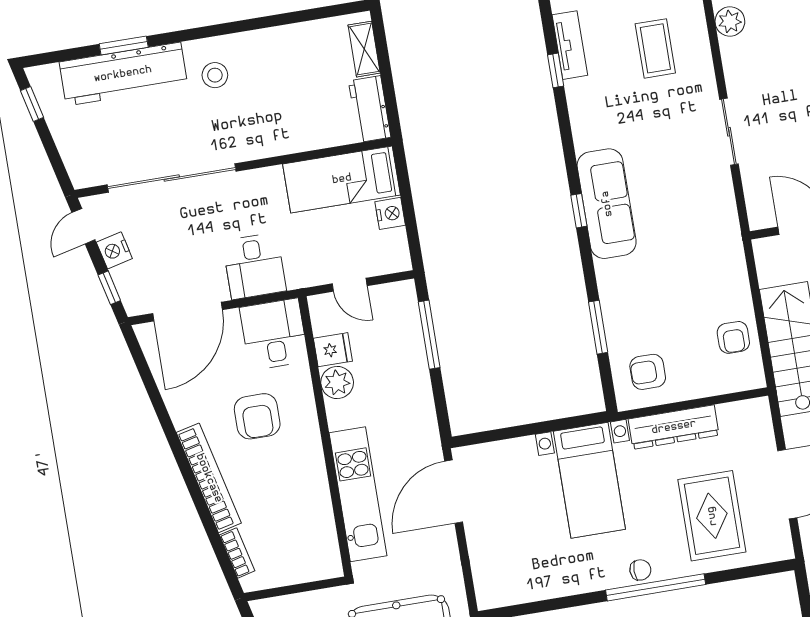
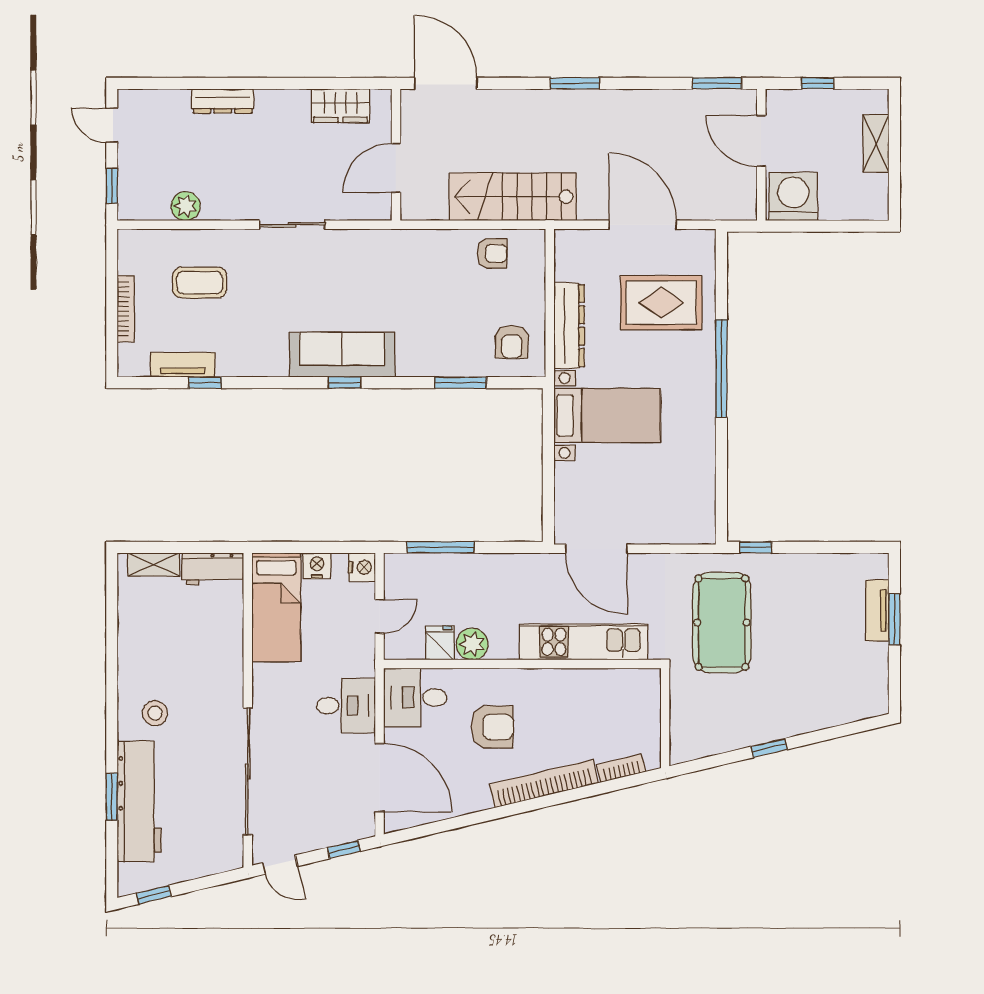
nightstand: (114, 250) -> (362, 567), moved, turned -77
chair: (640, 570) -> (702, 381), removed

